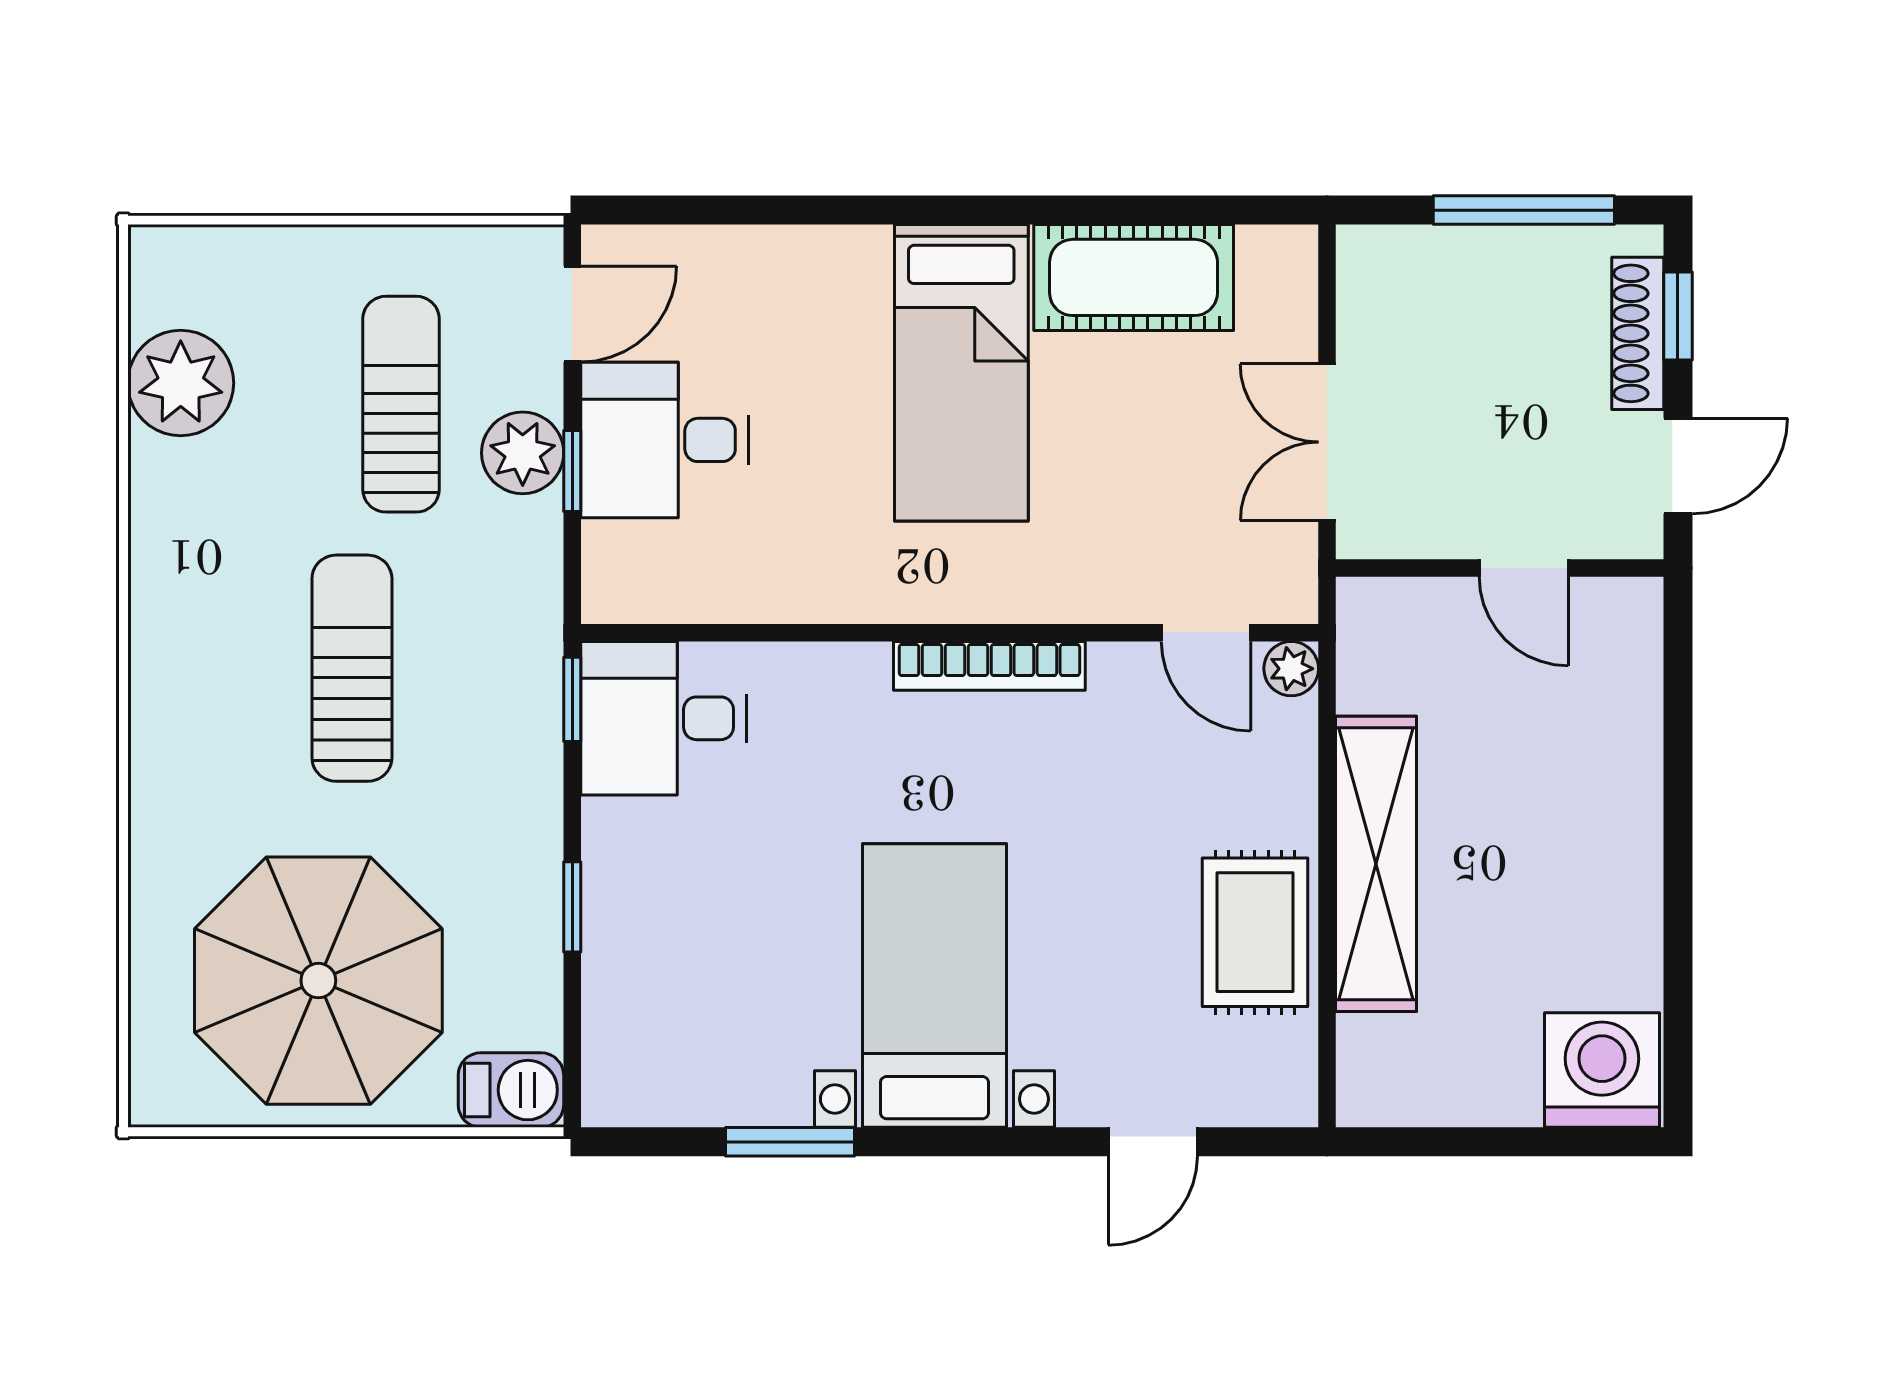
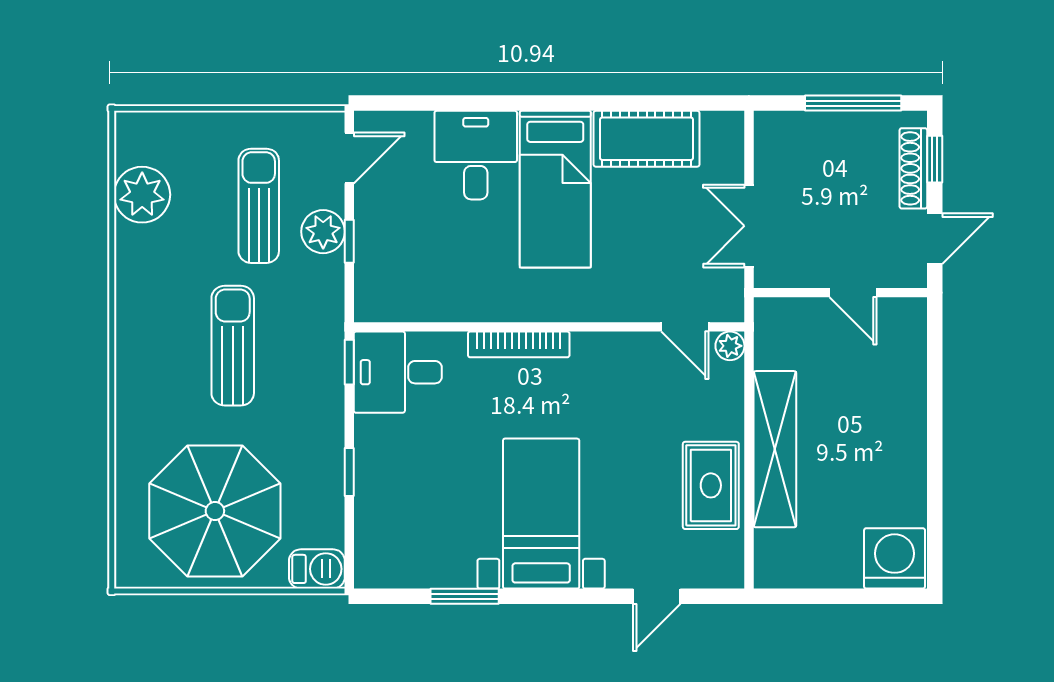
desk: (665, 440) -> (476, 155), moved, turned 90
bookcase: (989, 666) -> (519, 344), moved

